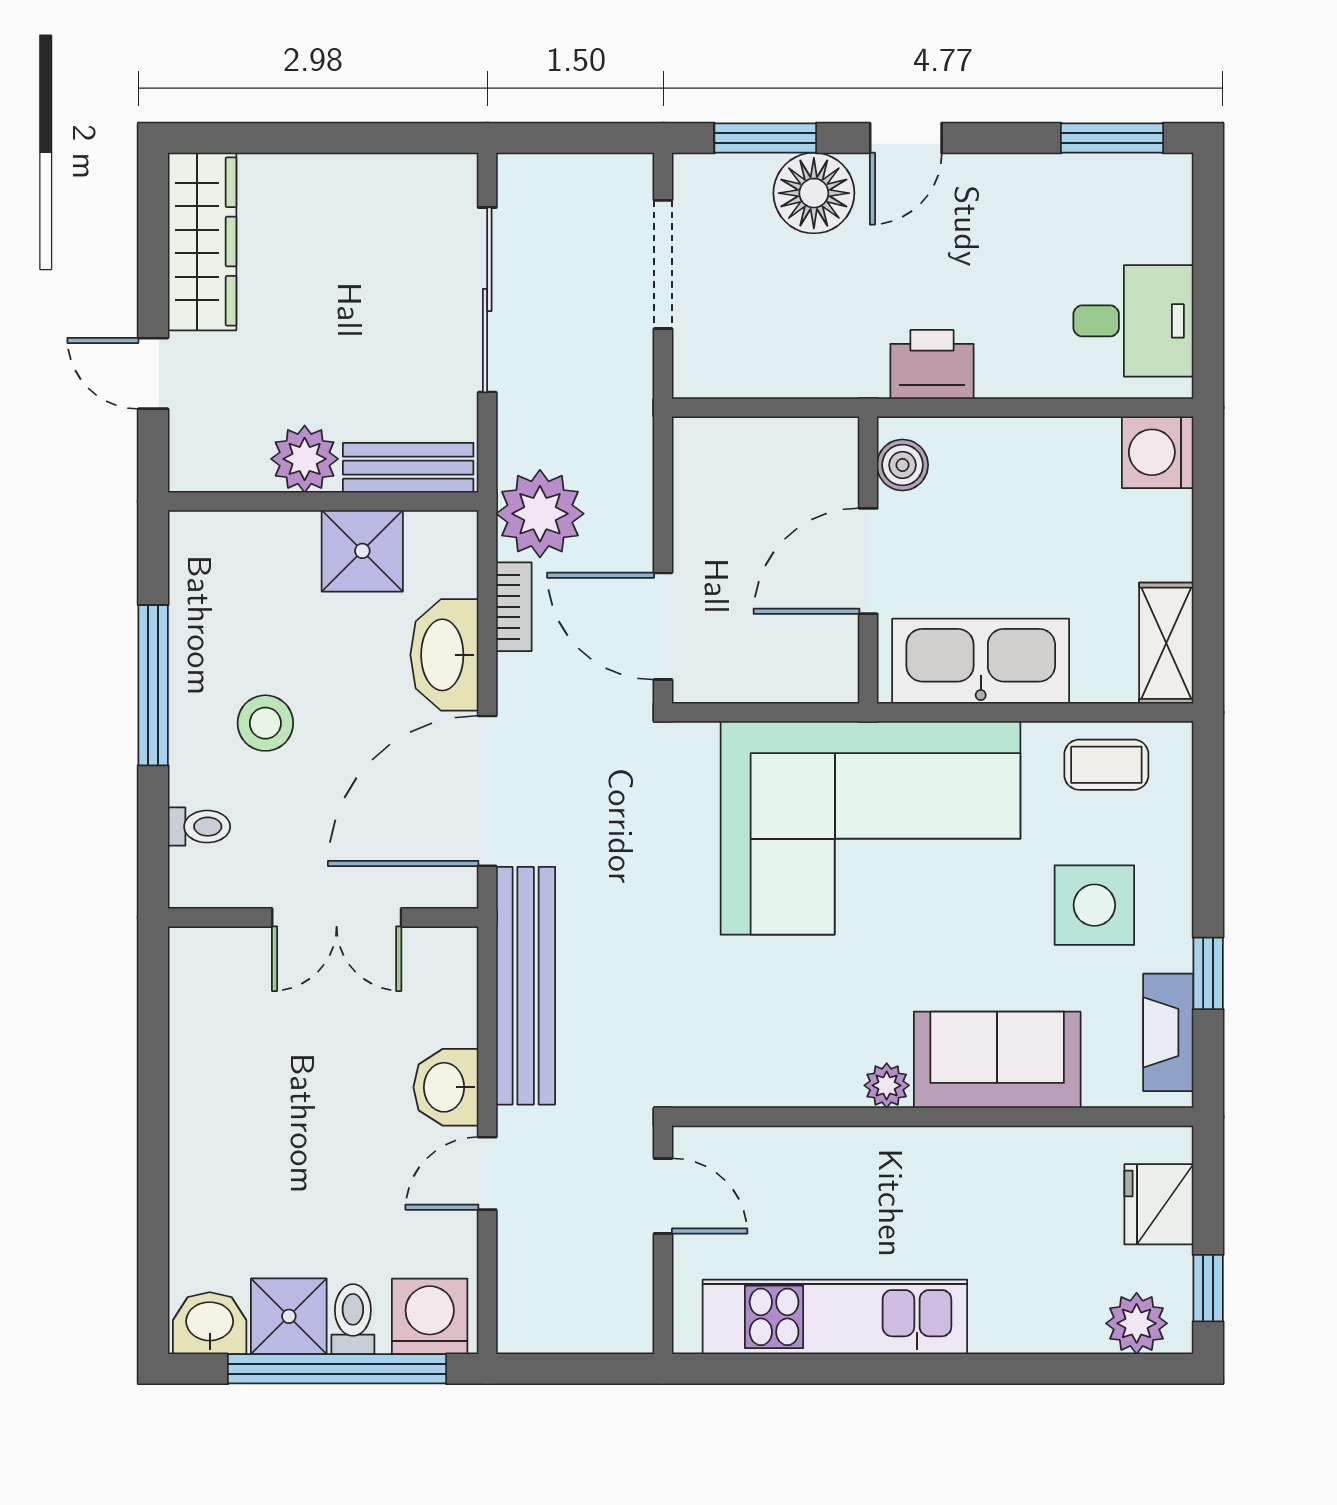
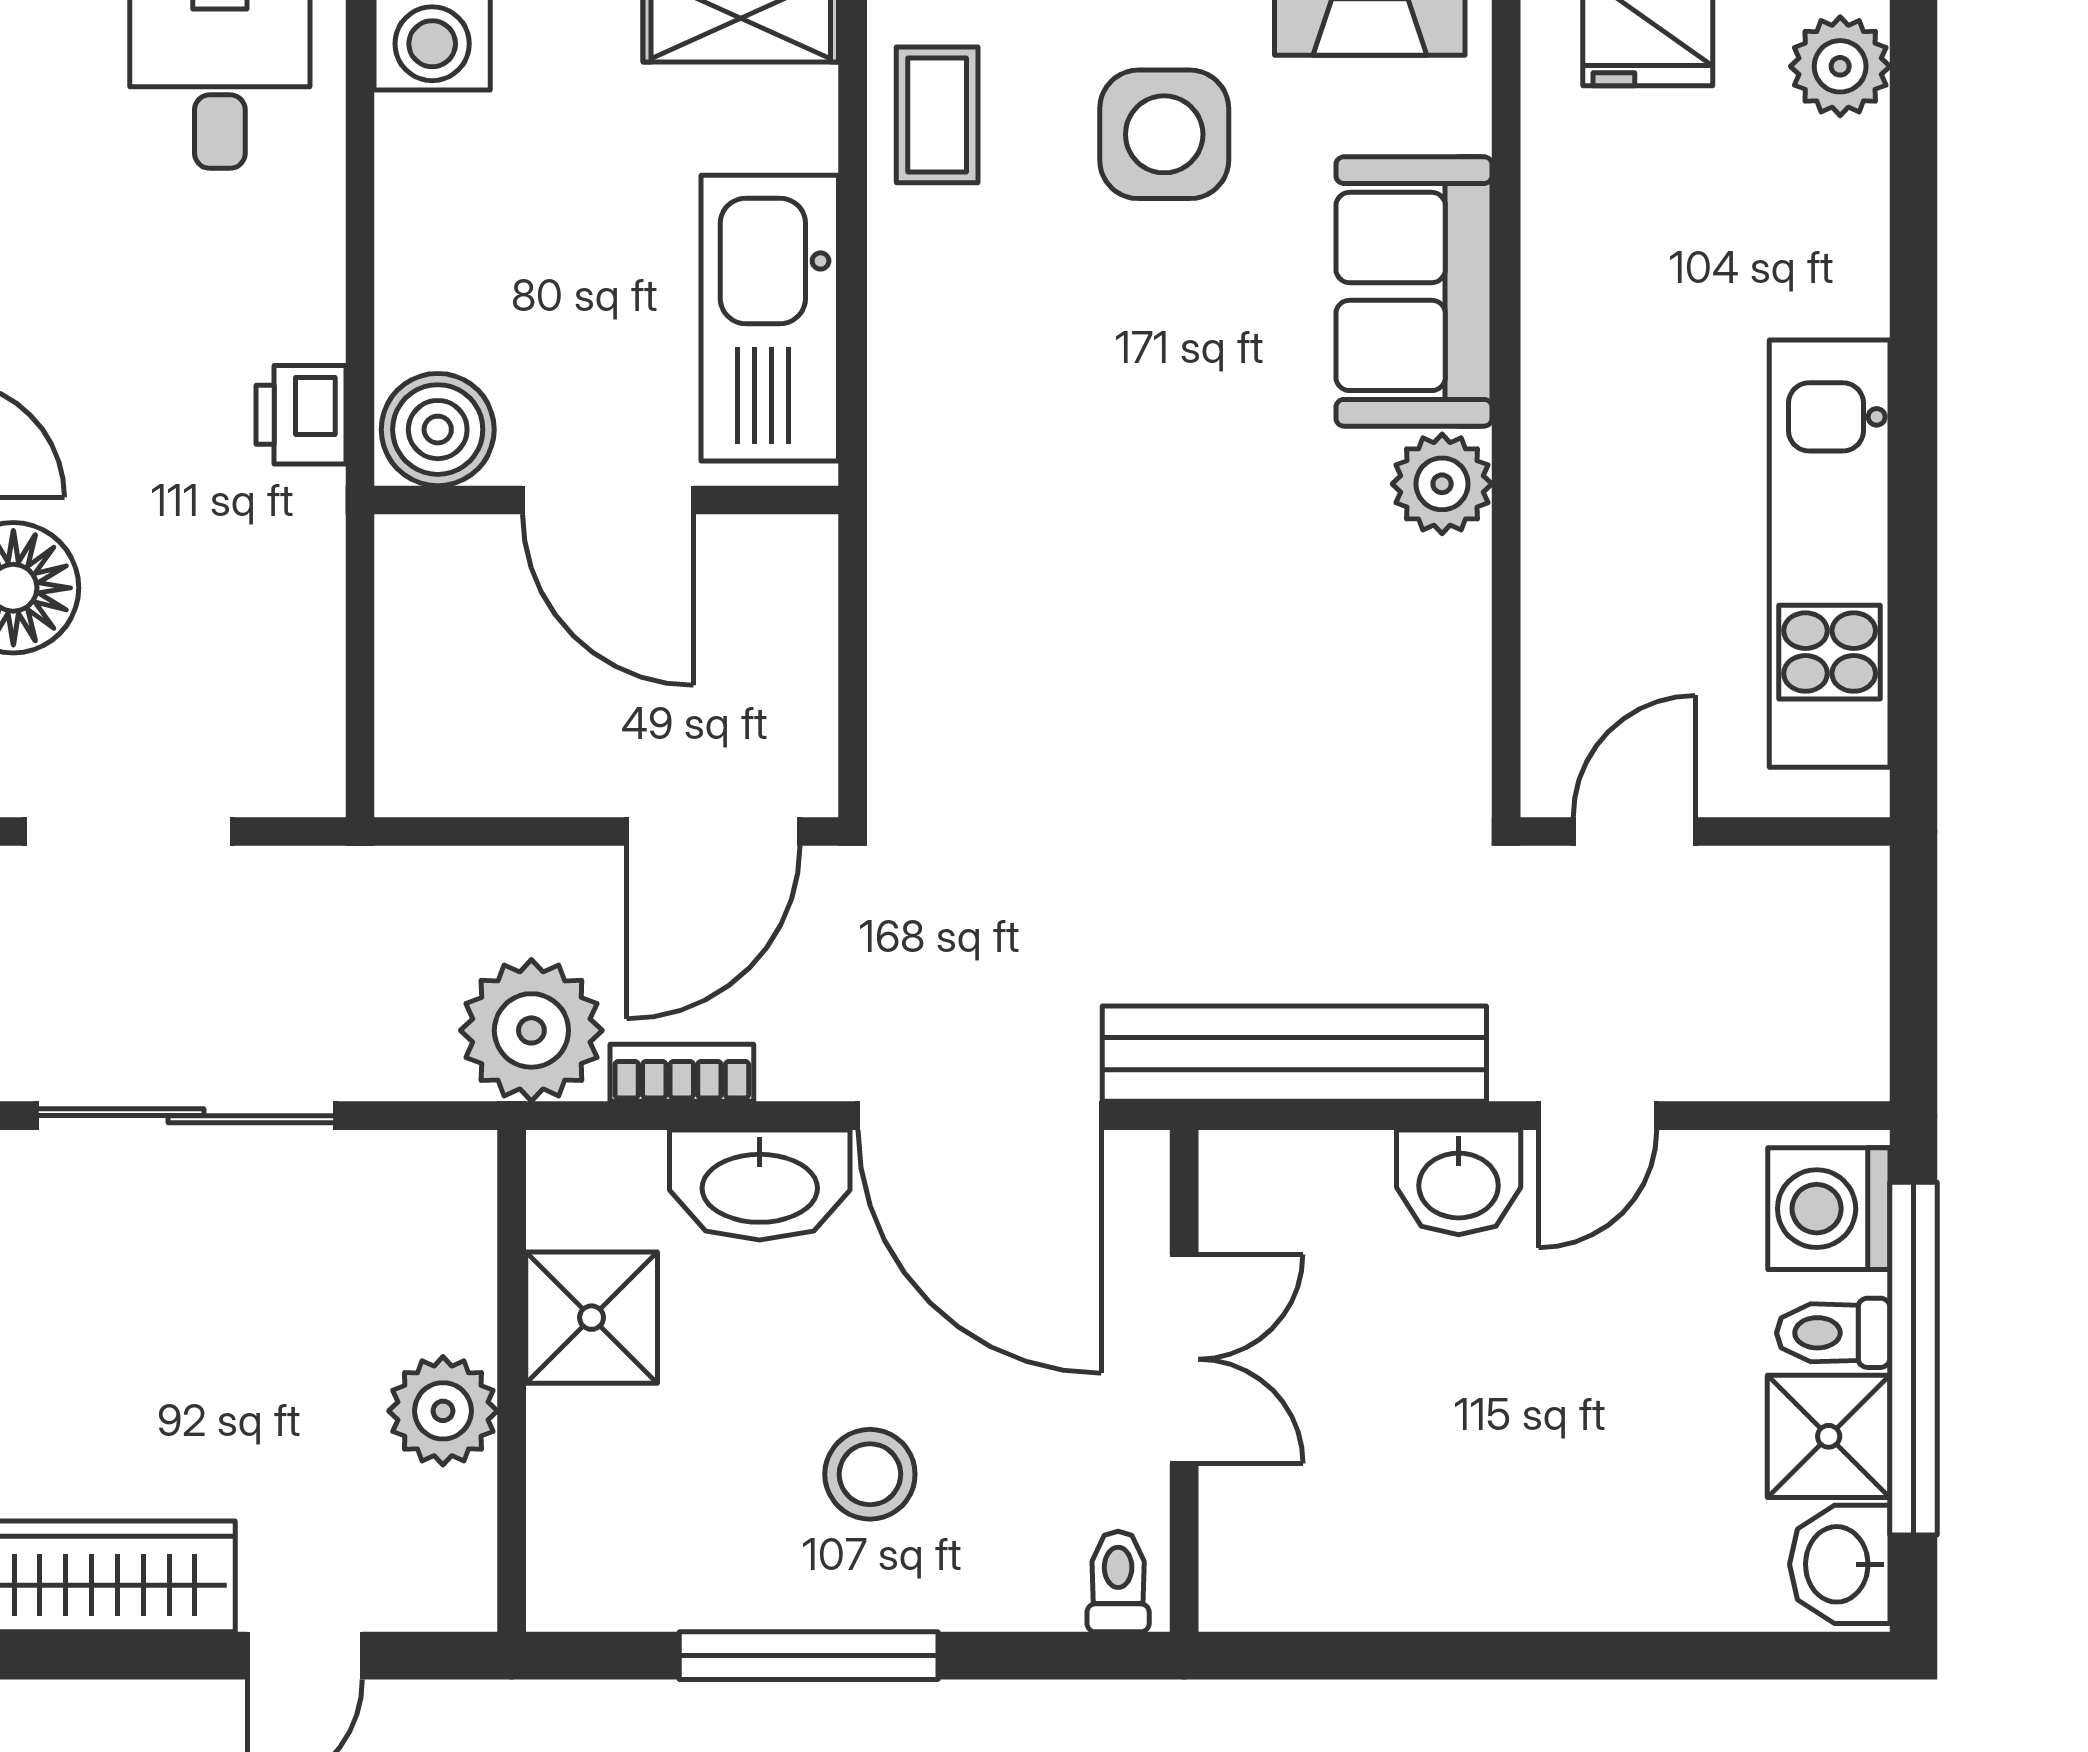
printer: (932, 364) -> (301, 415), width x0.73, depth x0.81
boiler: (902, 465) -> (438, 430), width x1.36, depth x1.36
bench: (408, 468) -> (457, 1243), removed
toilet: (199, 827) -> (1118, 1582), moved
corner sofa: (870, 828) -> (1039, 496), removed
plant: (887, 1085) -> (1442, 484), width x1.38, depth x1.38
door: (487, 1173) -> (1598, 1116), hinge flipped

